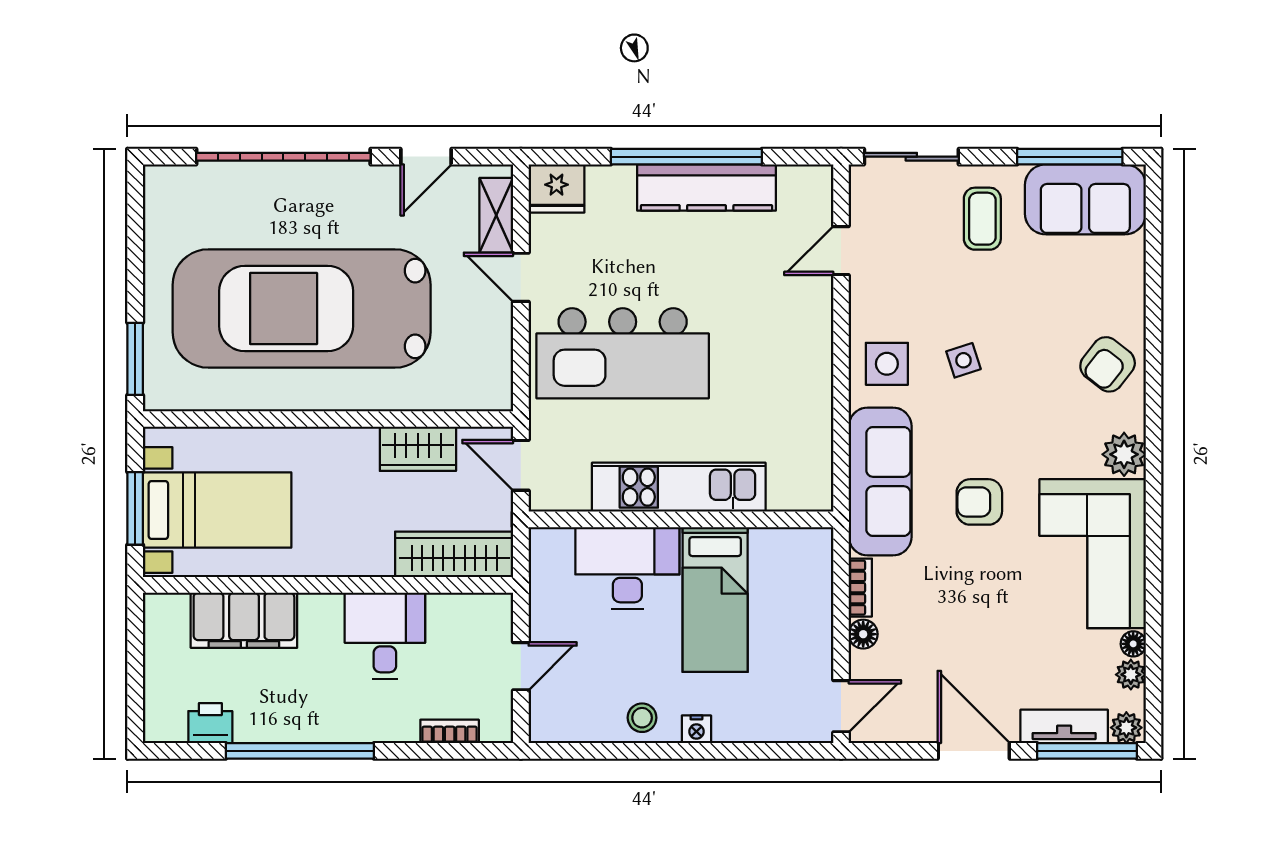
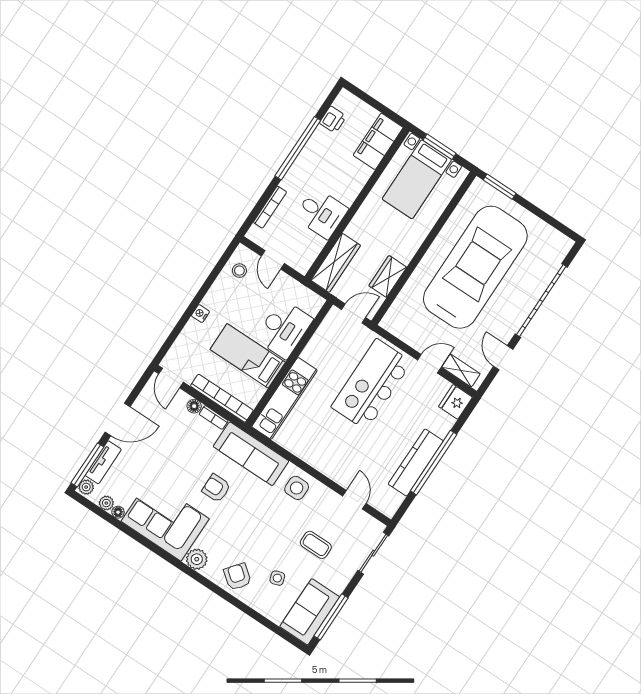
coffee table: (982, 219) -> (316, 545), moved
side table: (963, 360) -> (277, 578), moved
kitchen unit: (679, 487) -> (284, 398), moved
armchair: (979, 502) -> (216, 488), turned -90
bookcase: (818, 596) -> (222, 398), added
filing cabinet: (244, 620) -> (378, 141), moved
stool: (642, 718) -> (239, 271), moved
bookcase: (450, 731) -> (270, 207), width x1.56

